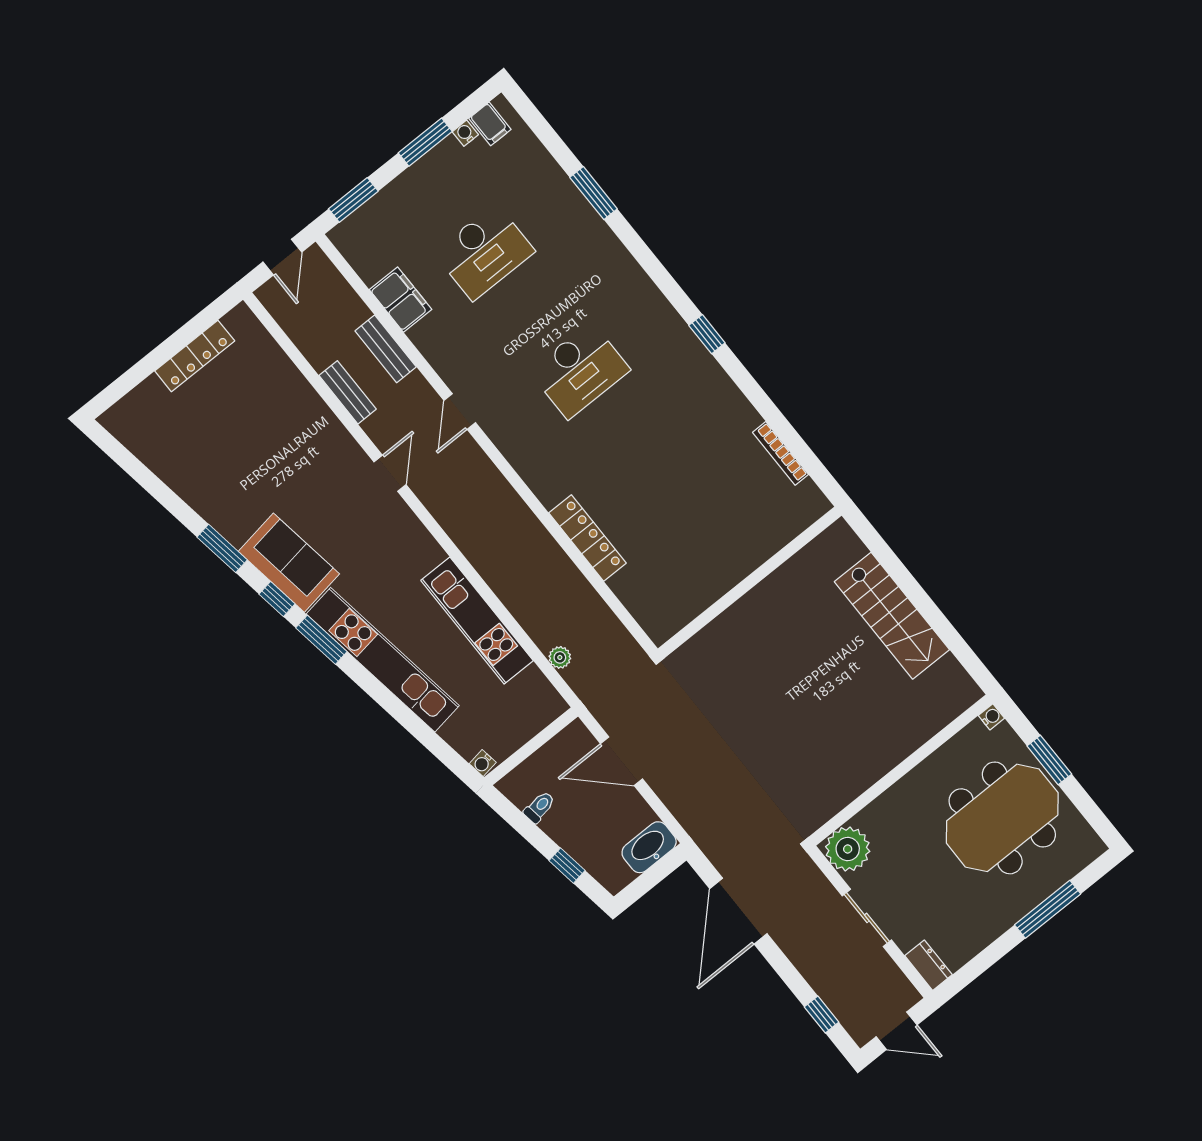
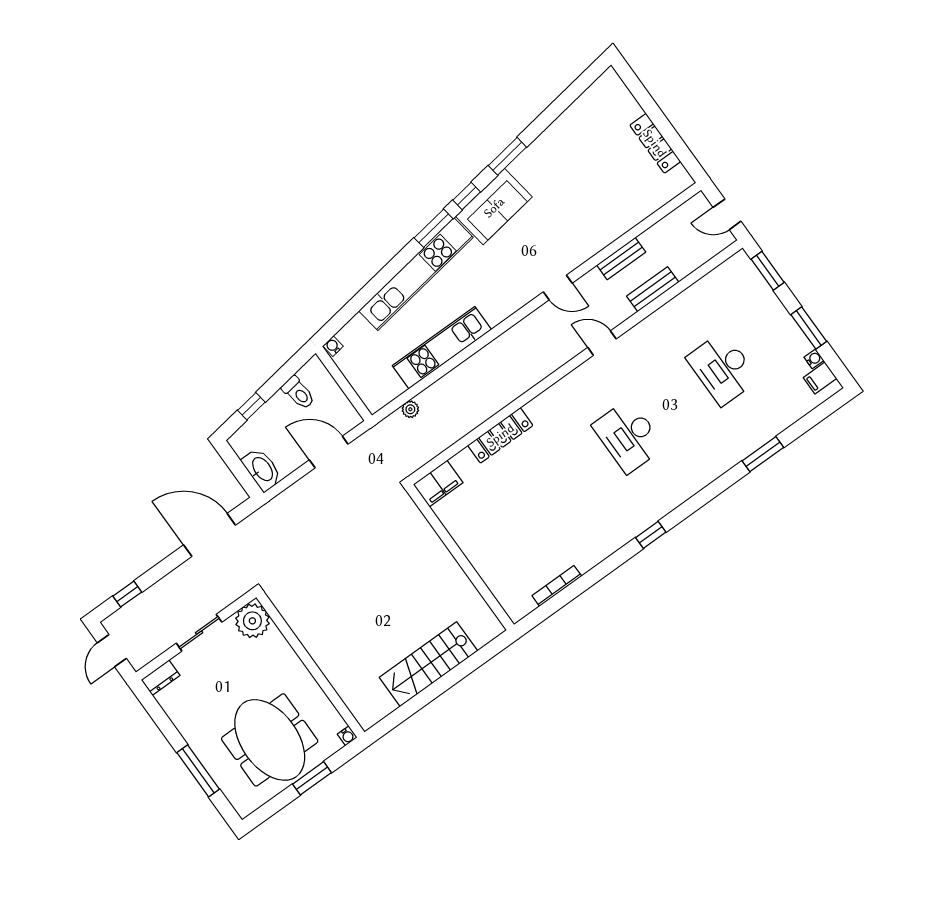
filing cabinet: (401, 300) -> (438, 483), moved
door: (622, 761) -> (329, 452), hinge flipped
toilet: (539, 807) -> (298, 393), width x1.37, depth x1.39

